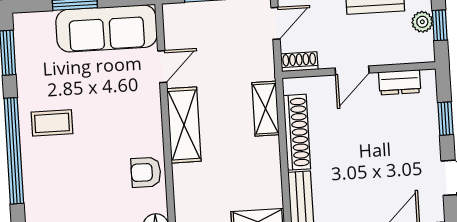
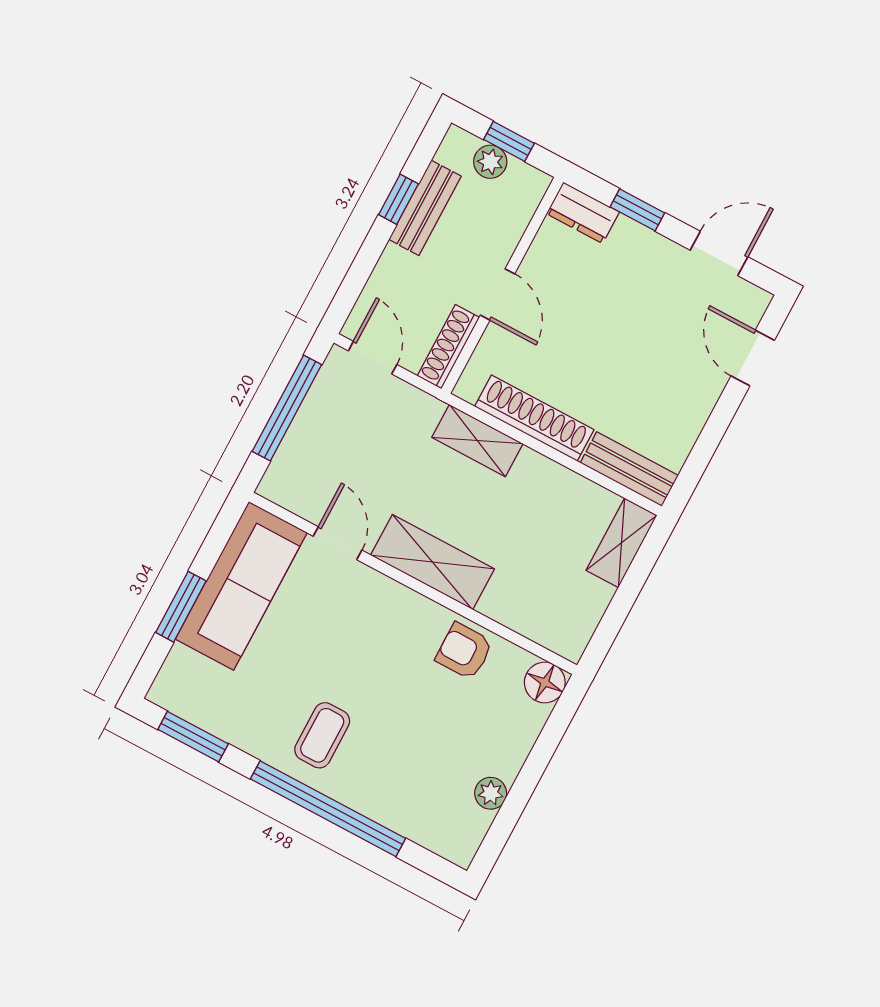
shoe rack: (299, 62) -> (448, 347), width x1.43
dresser: (400, 82) -> (583, 213), moved, turned 90
armchair: (146, 172) -> (464, 651), turned 90

